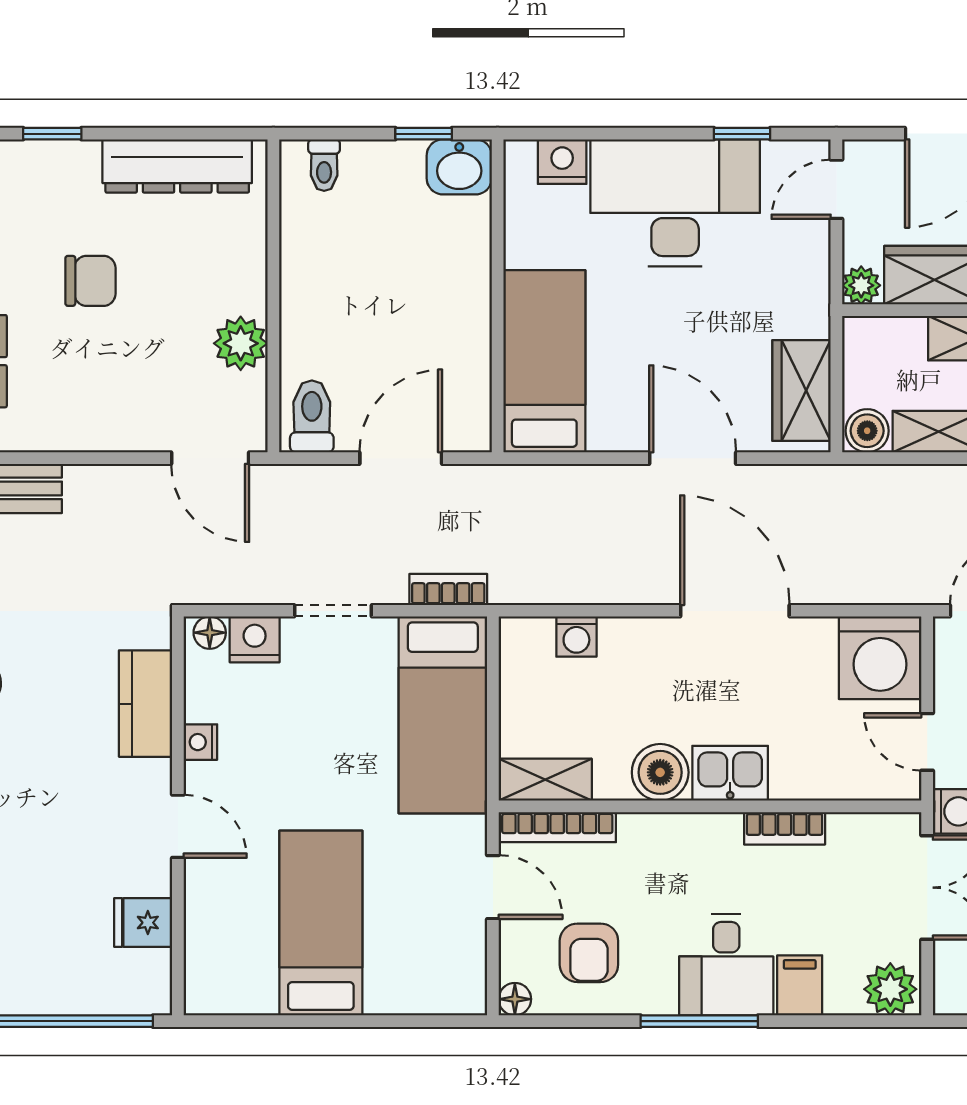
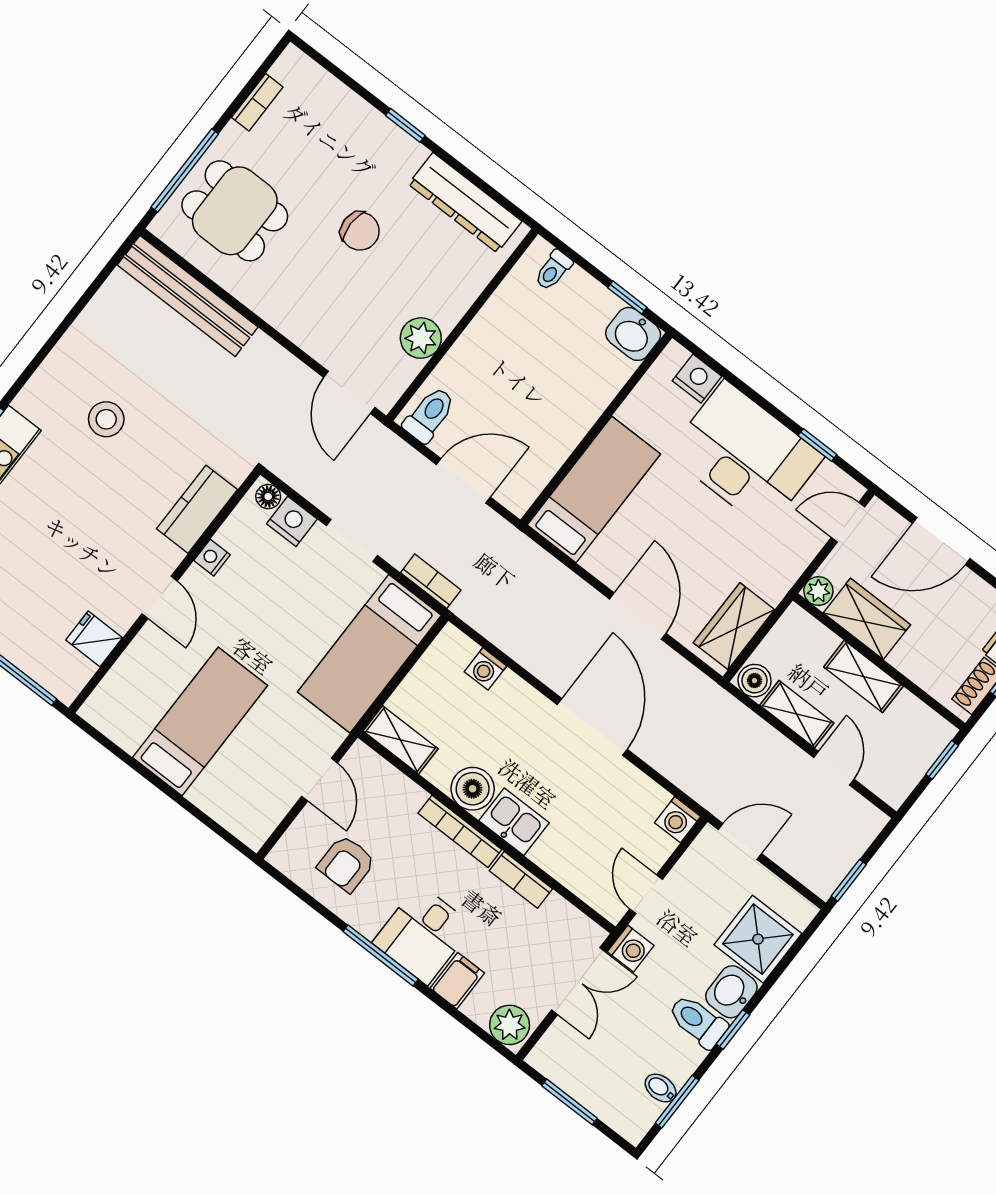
washing machine: (880, 658) -> (678, 820), width x0.53, depth x0.53
bookcase: (557, 827) -> (460, 831), moved
floor lamp: (515, 999) -> (281, 857), removed

